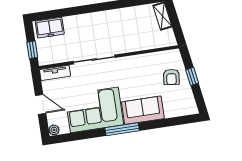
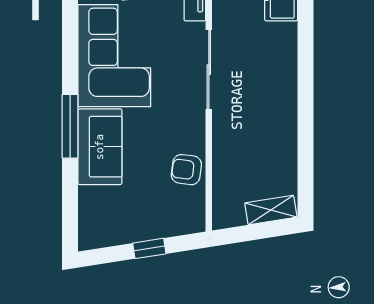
armchair: (171, 77) -> (186, 170), moved
window: (122, 129) -> (70, 126), moved

